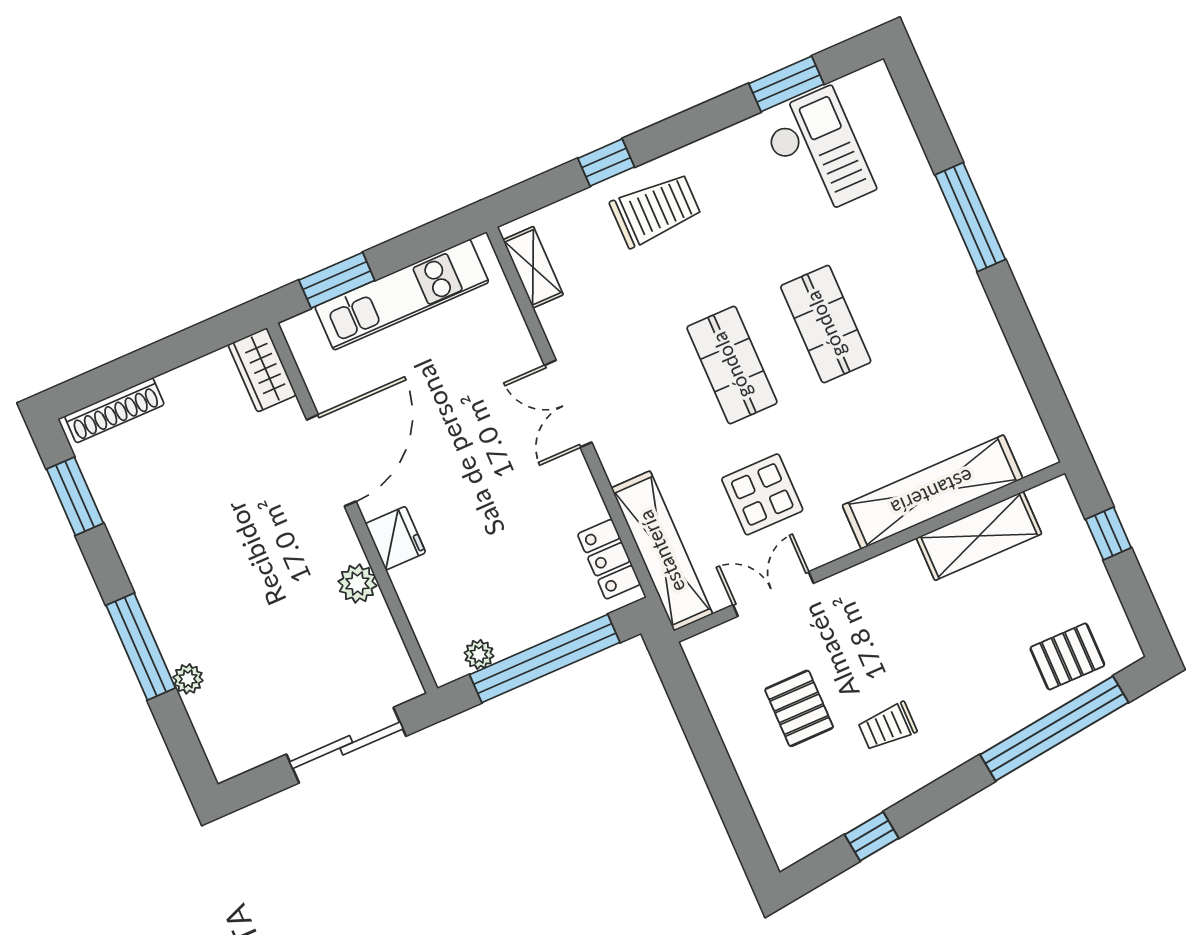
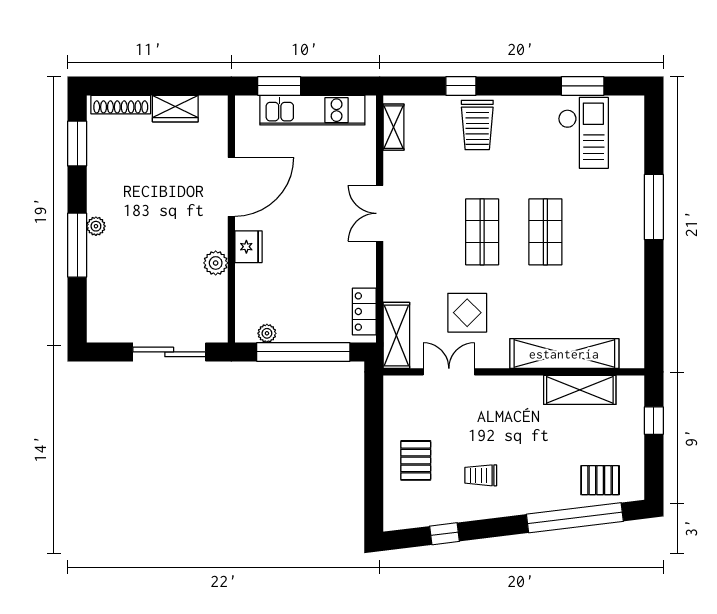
trolley: (656, 210) -> (477, 125), turned 90
wardrobe: (262, 370) -> (175, 109), moved, turned -90
shelving: (662, 551) -> (396, 335), width x0.68
plant: (188, 679) -> (96, 226), moved
pallet: (799, 708) -> (416, 460), moved

